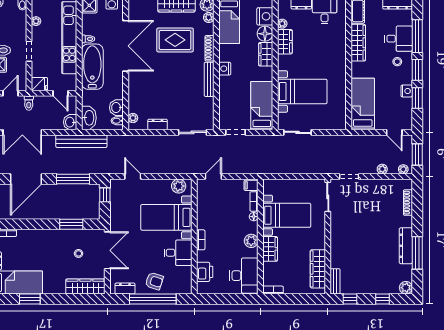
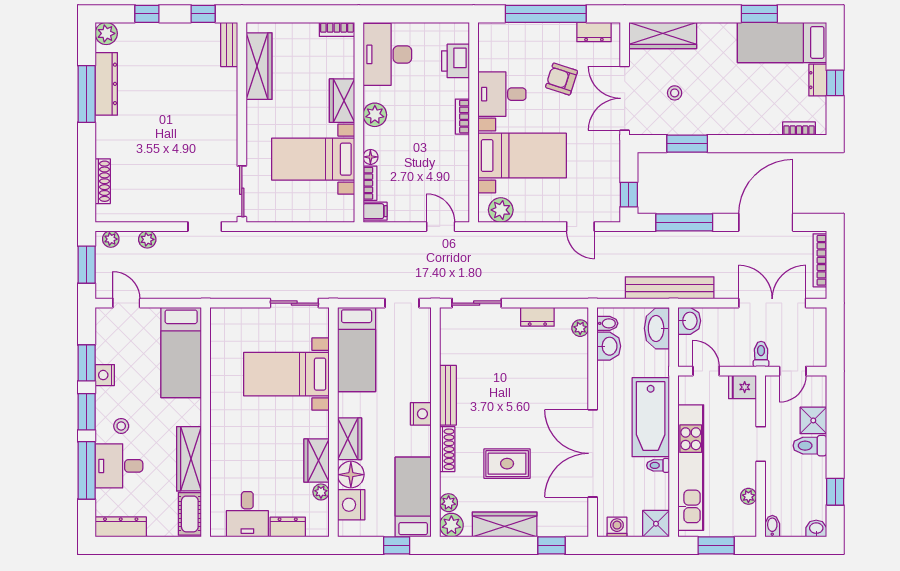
rug: (175, 40) -> (507, 464), width x0.73, depth x0.70
door: (213, 177) -> (441, 227), swing flipped
dresser: (406, 246) -> (106, 84), moved
armchair: (154, 281) -> (562, 79), moved

